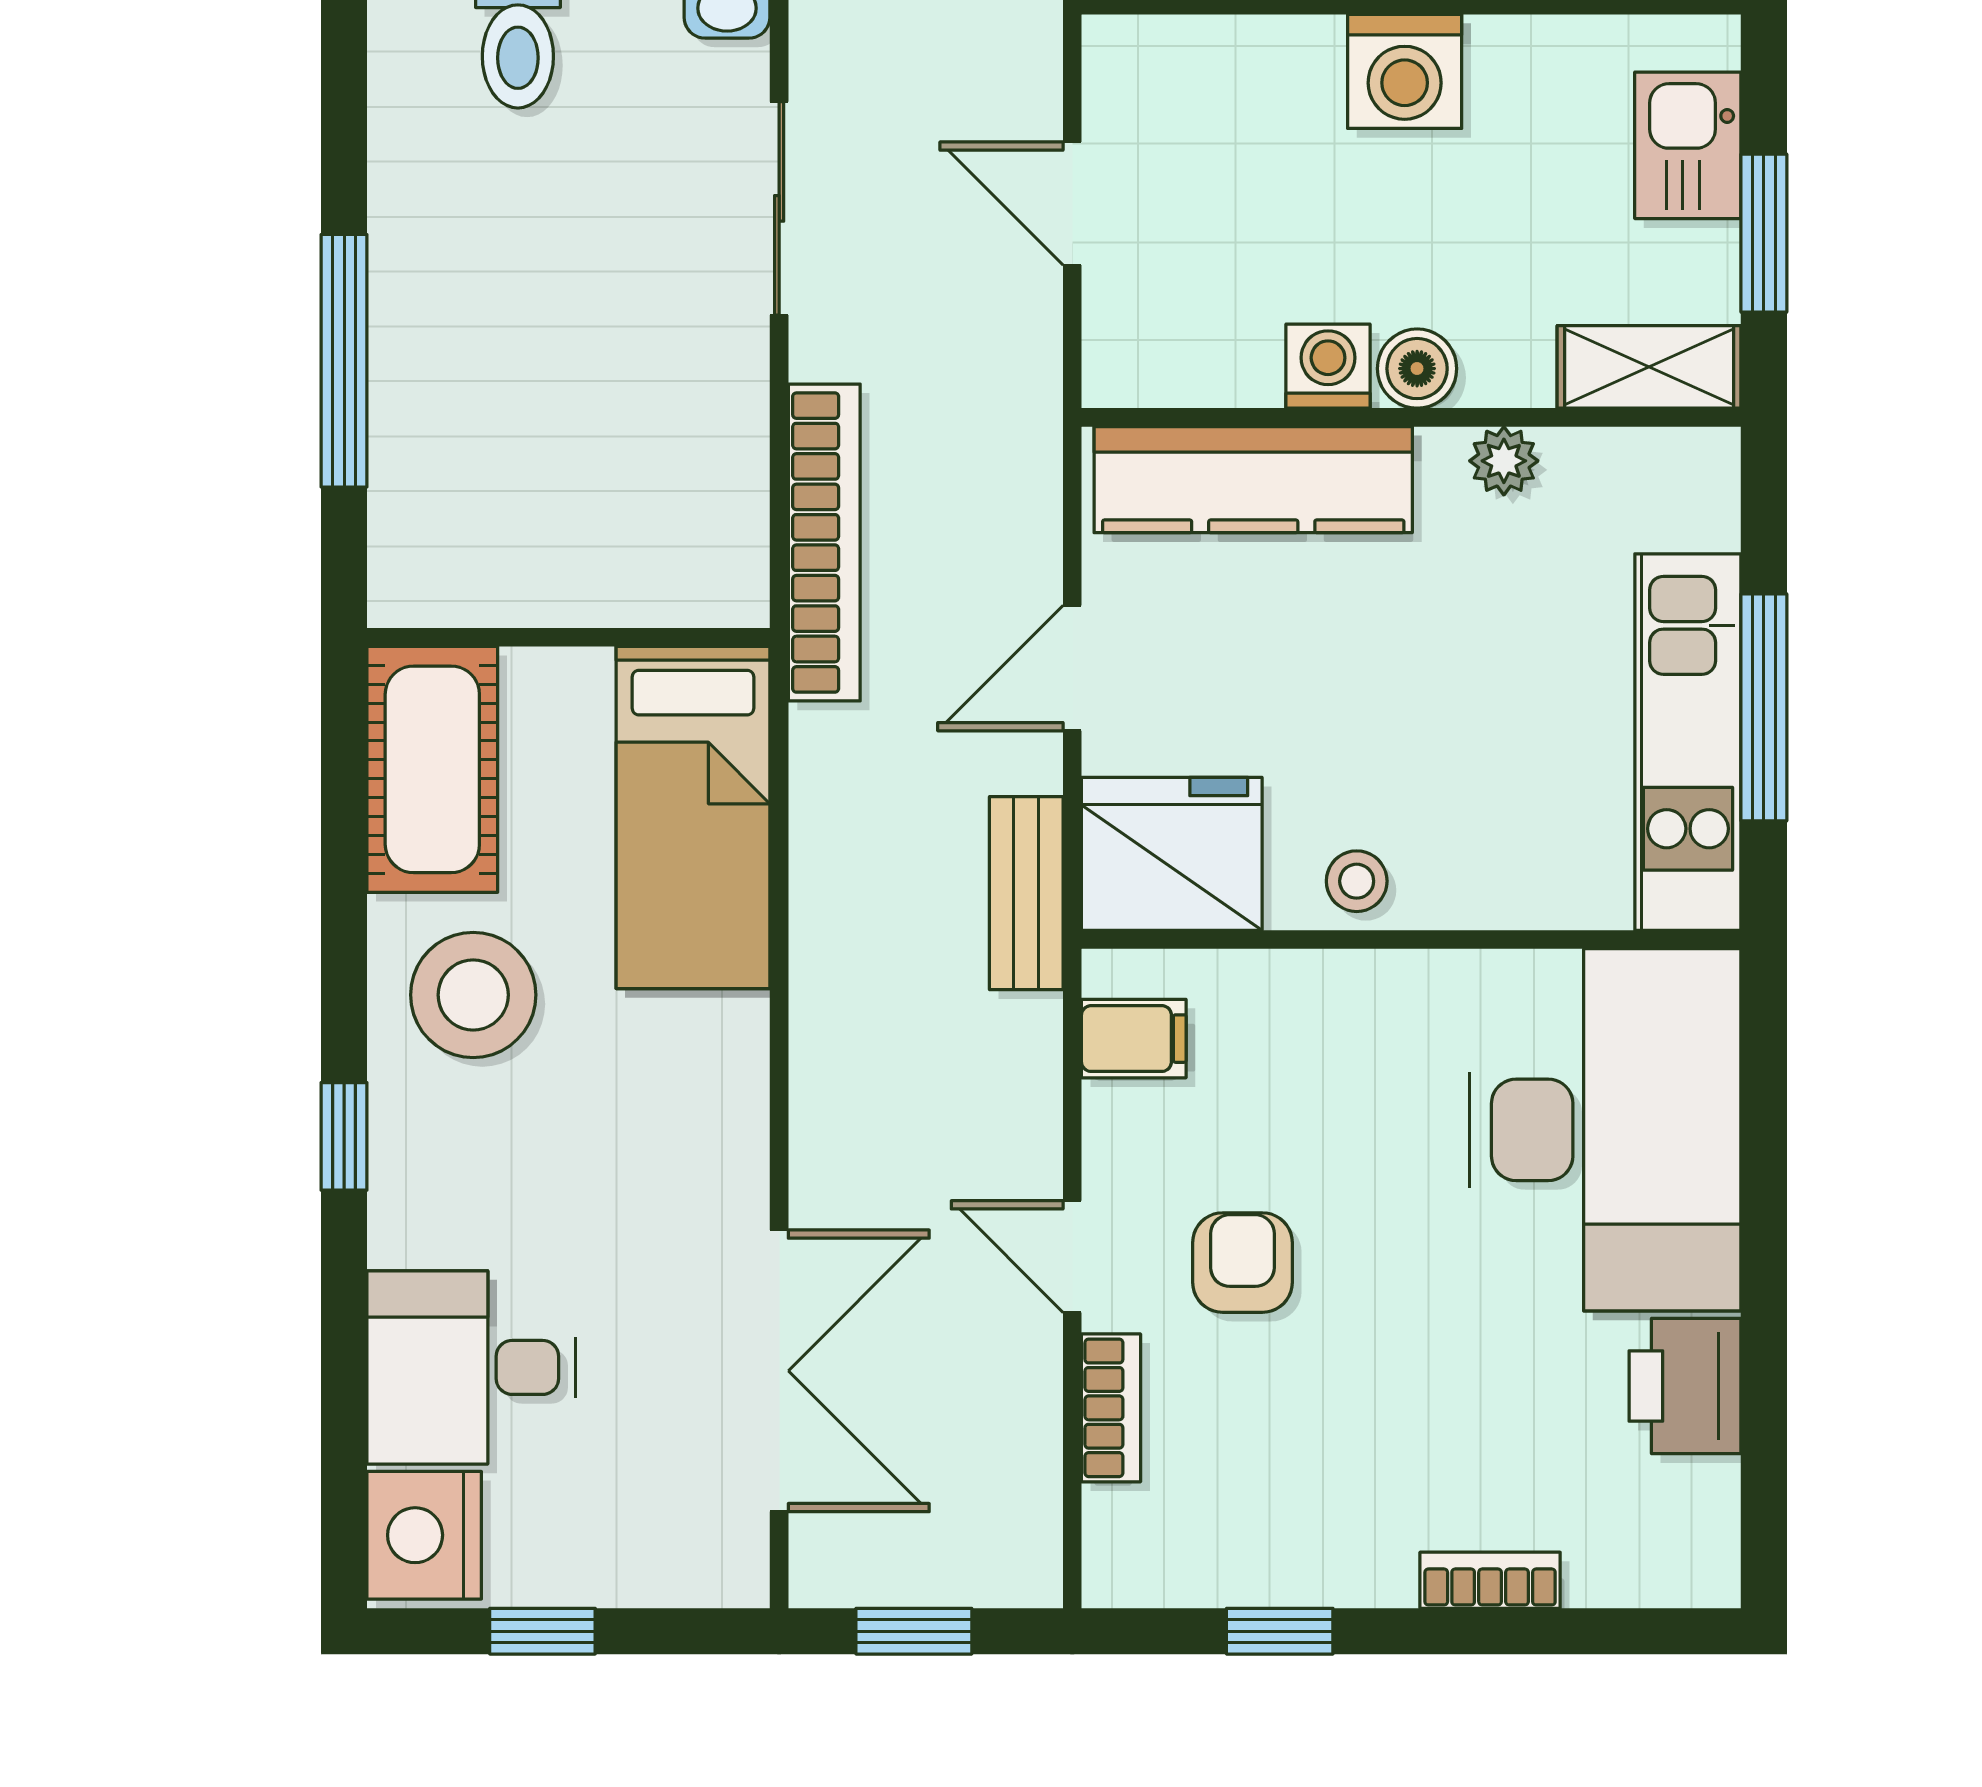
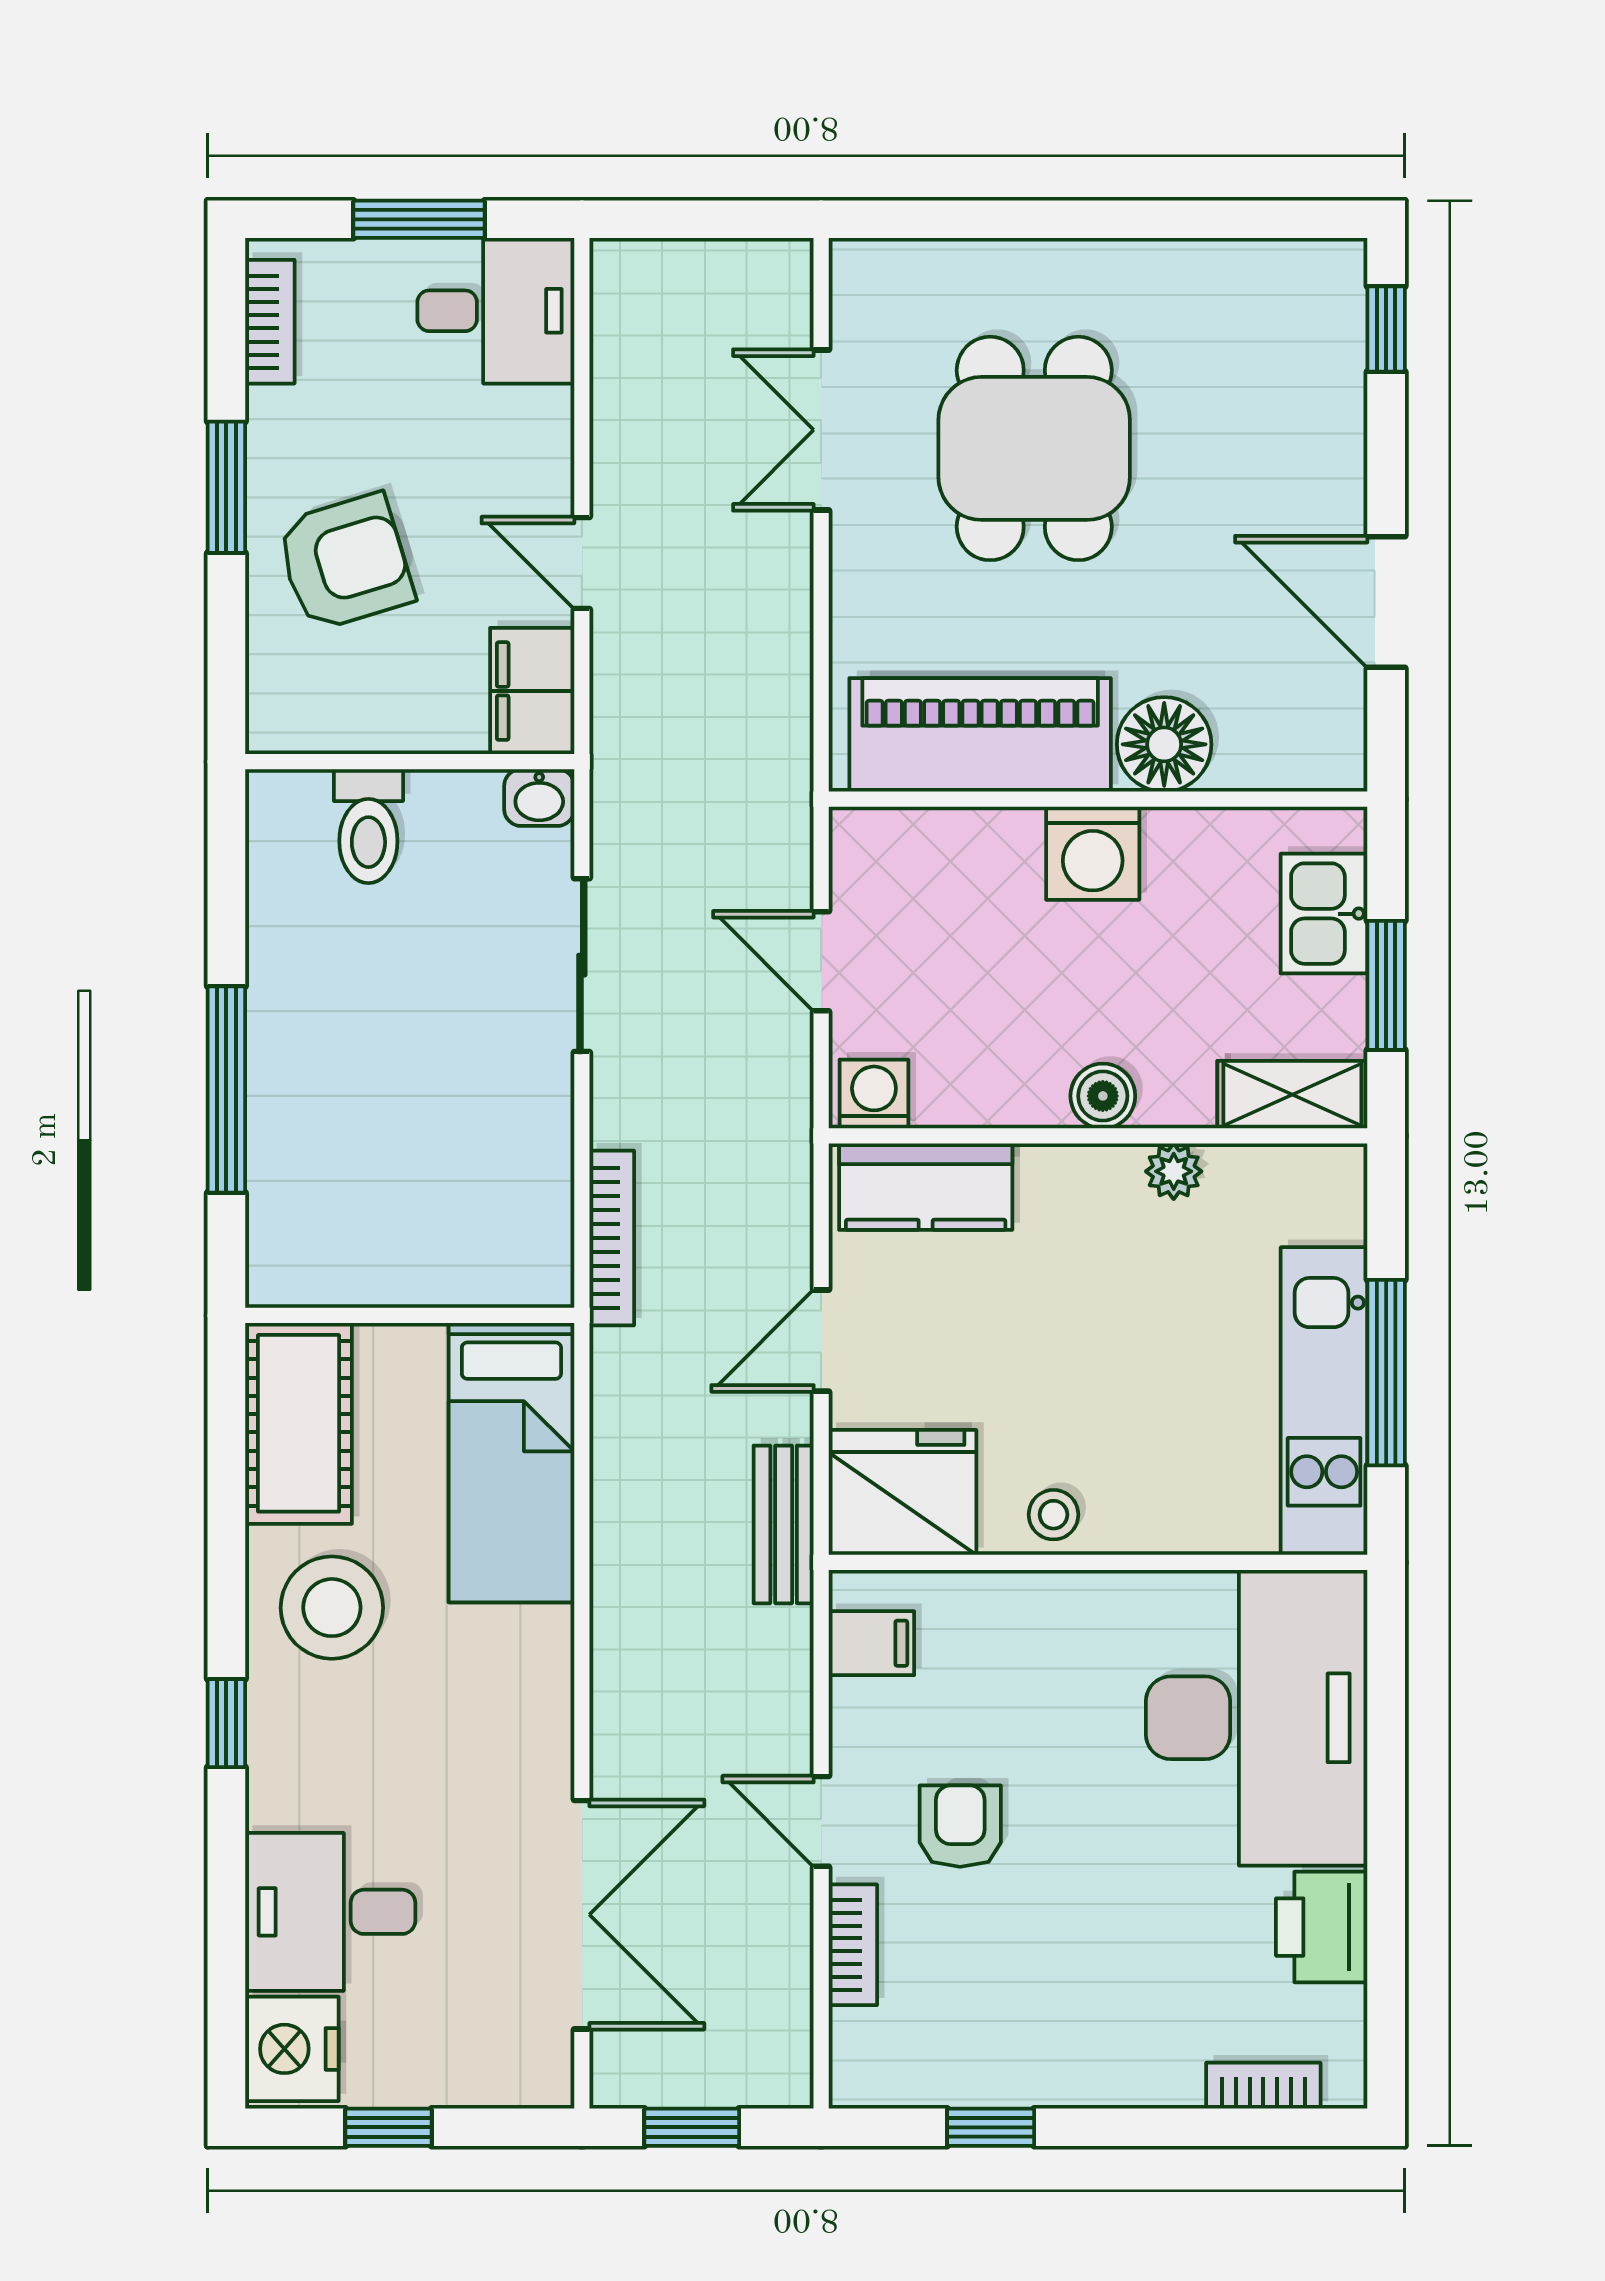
washing machine: (1328, 366) -> (874, 1094), moved
kitchen counter: (1253, 480) -> (926, 1187), width x0.67
bookcase: (824, 543) -> (612, 1238), width x0.68, depth x0.76
bookcase: (1490, 1580) -> (1263, 2086), moved

